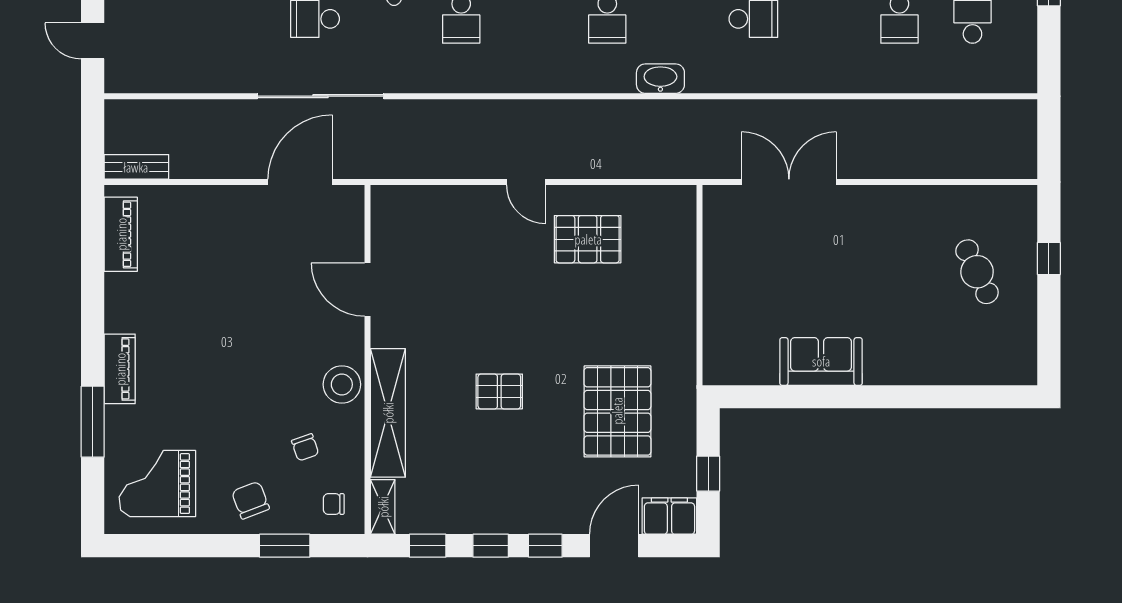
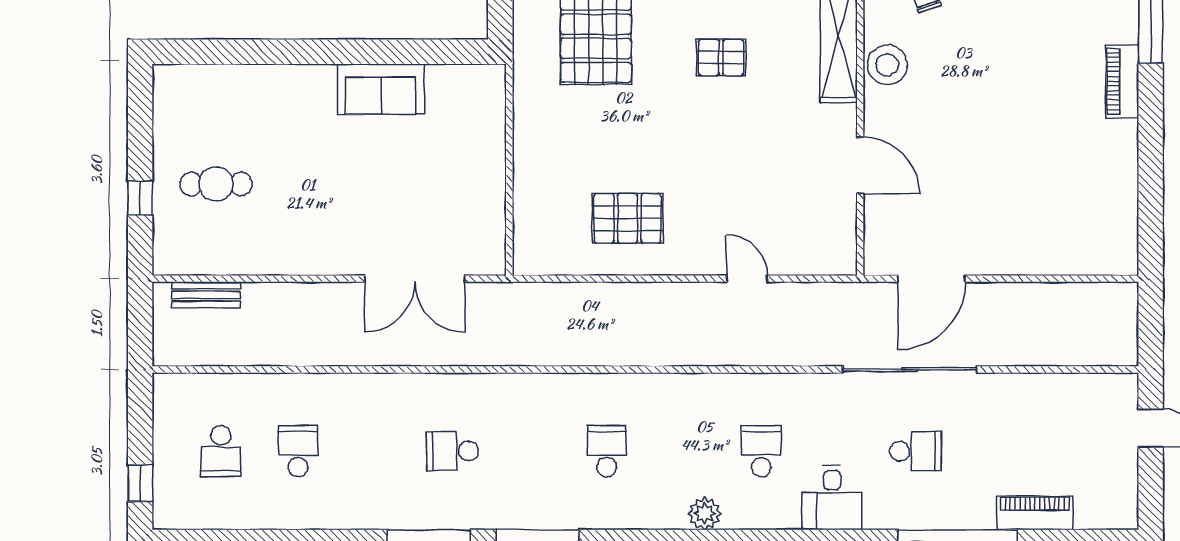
washbasin: (660, 79) -> (551, 388), removed
bench: (136, 167) -> (206, 295), moved
door: (526, 182) -> (747, 279), moved
piano: (121, 234) -> (1121, 223), removed
cafe table: (977, 272) -> (216, 184), turned -65

